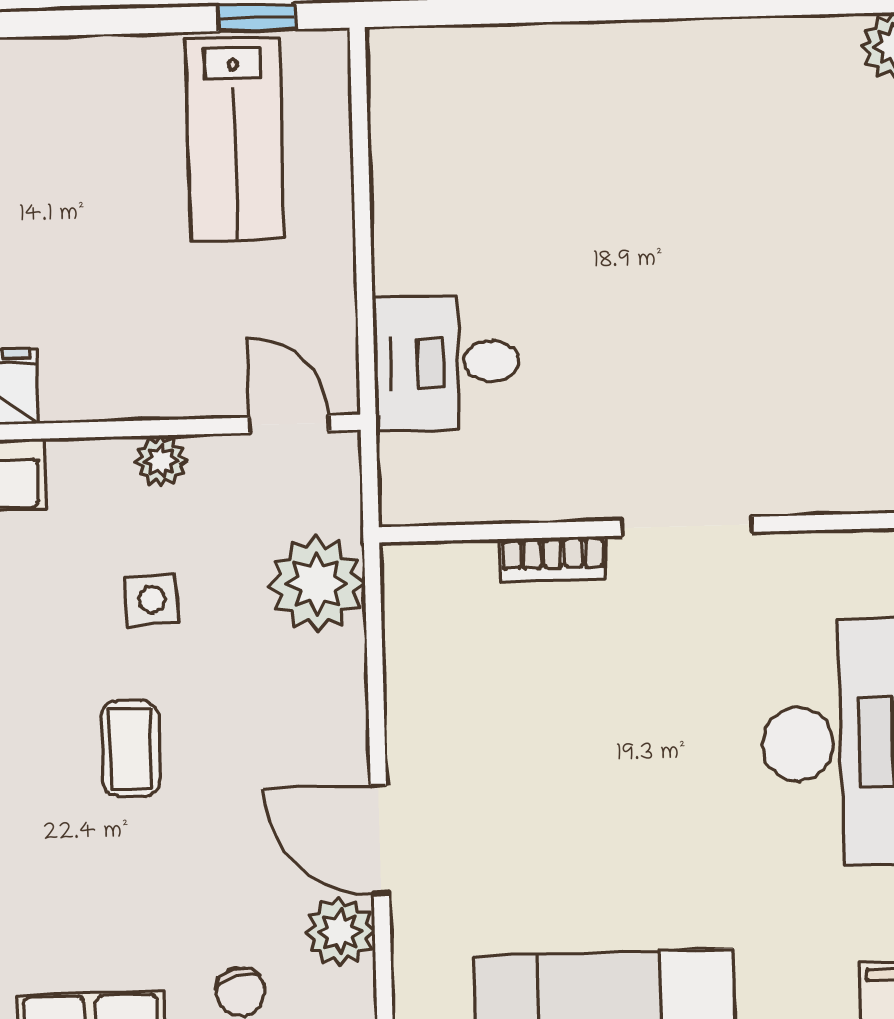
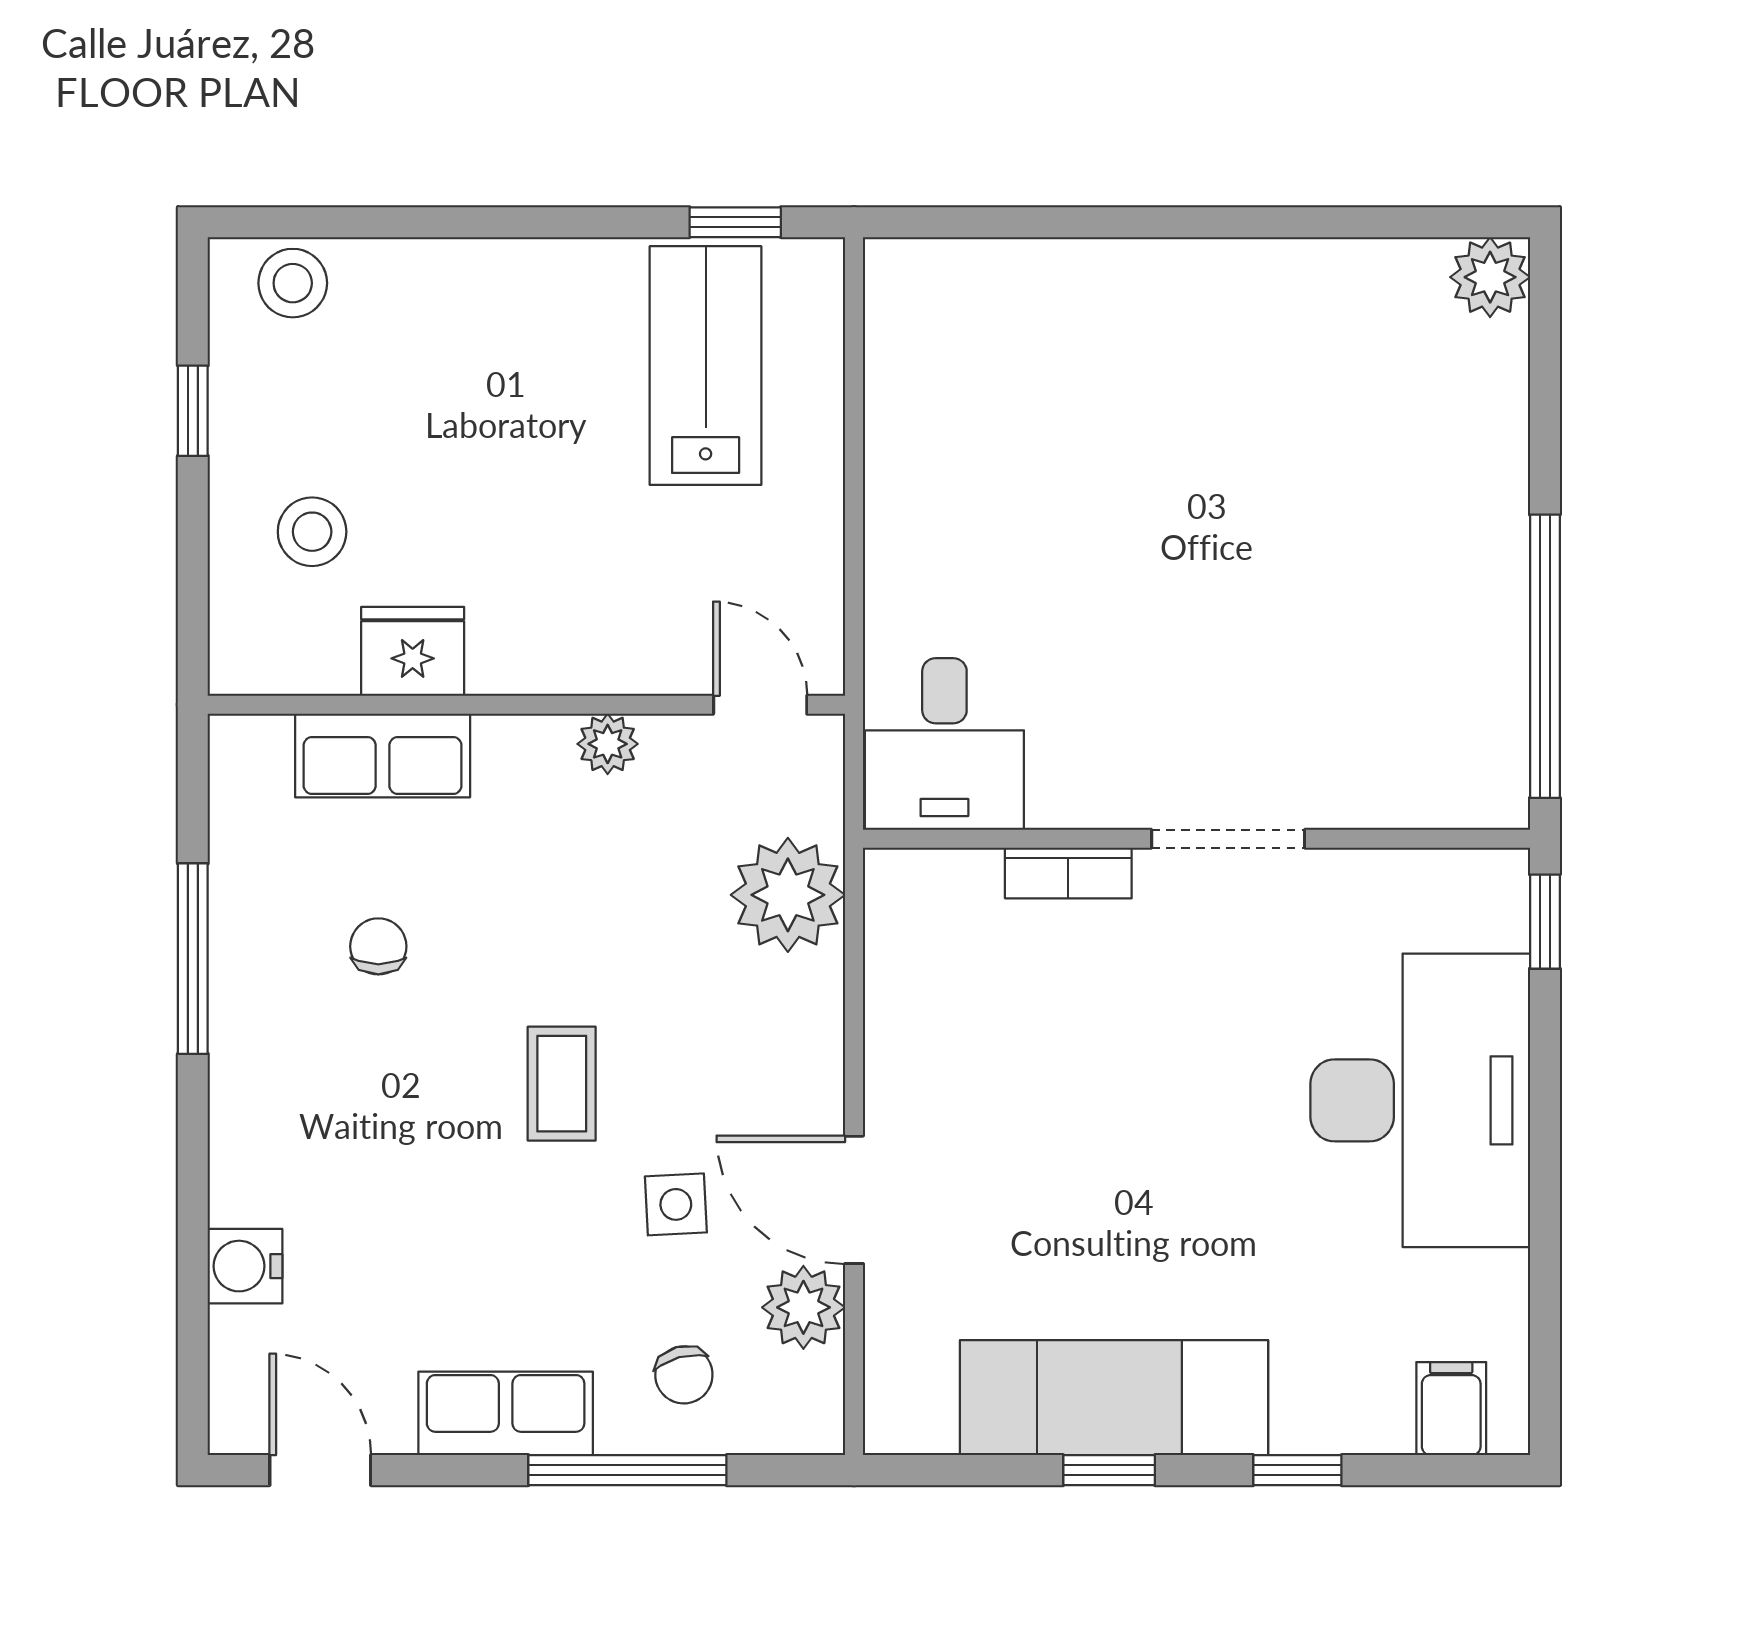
lab bench: (235, 139) -> (706, 366), turned 180
desk: (447, 362) -> (944, 744), moved, turned -90
side table: (152, 600) -> (676, 1204), moved

